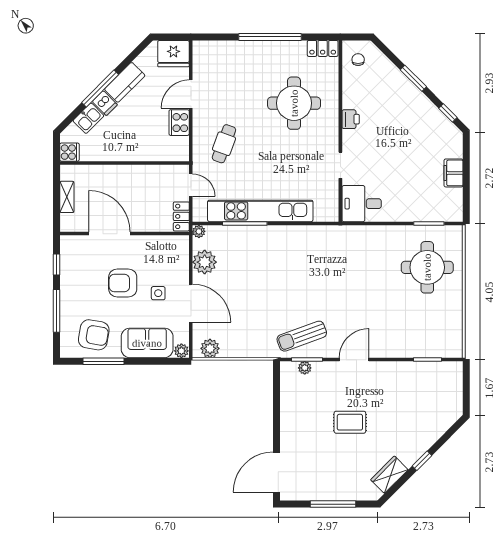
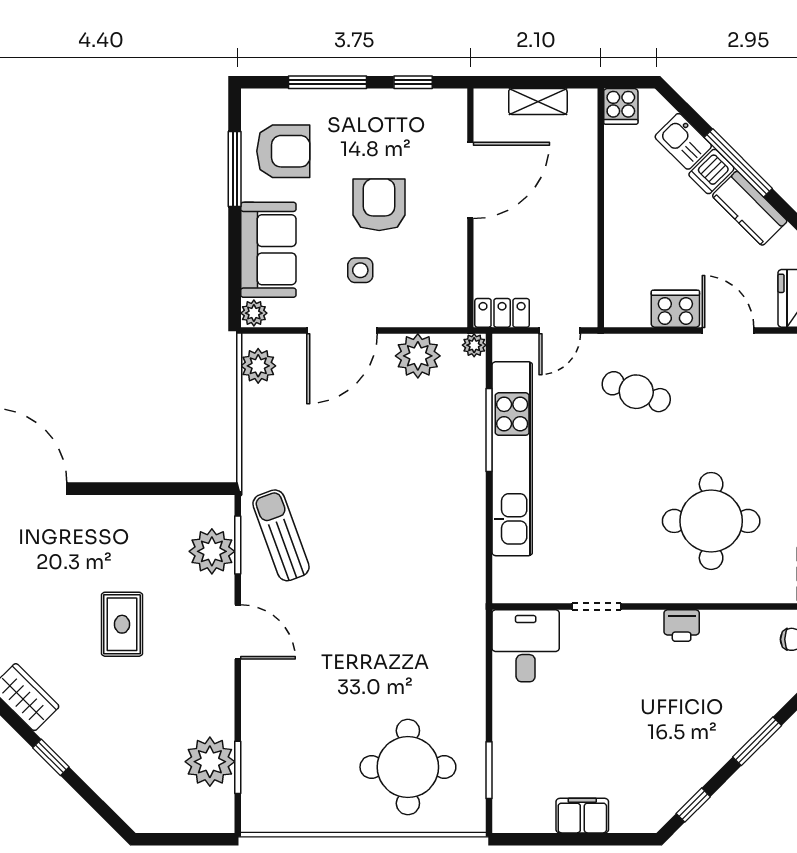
armchair: (94, 335) -> (283, 151), turned -100
plant: (305, 368) -> (212, 551), width x1.88, depth x1.88
plant: (424, 375) -> (210, 762), added

